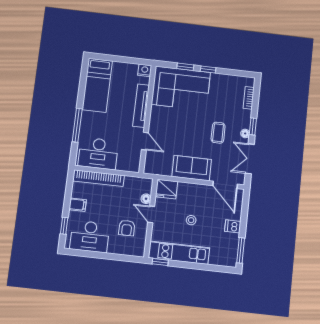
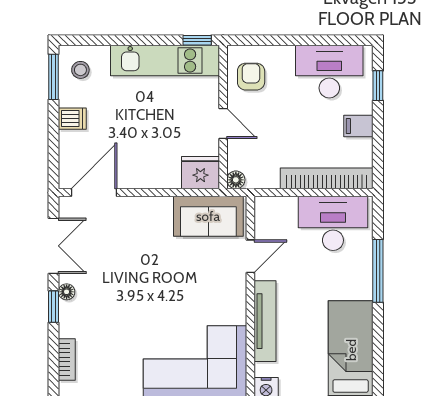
coffee table: (218, 133) -> (117, 287), removed
door: (145, 141) -> (250, 256), swing flipped
sofa: (192, 168) -> (208, 216), moved
door: (225, 185) -> (94, 193), hinge flipped
floor lamp: (146, 199) -> (236, 180), moved
stool: (191, 220) -> (80, 70), moved
armchair: (127, 228) -> (251, 77), moved

